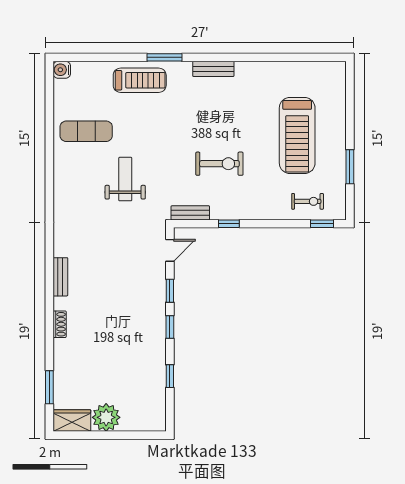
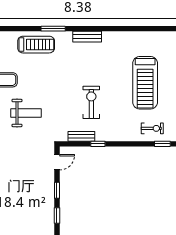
exercise bike: (219, 164) -> (91, 102), turned -90
weight bench: (125, 179) -> (26, 113), turned 90
bench: (190, 213) -> (81, 136), moved

